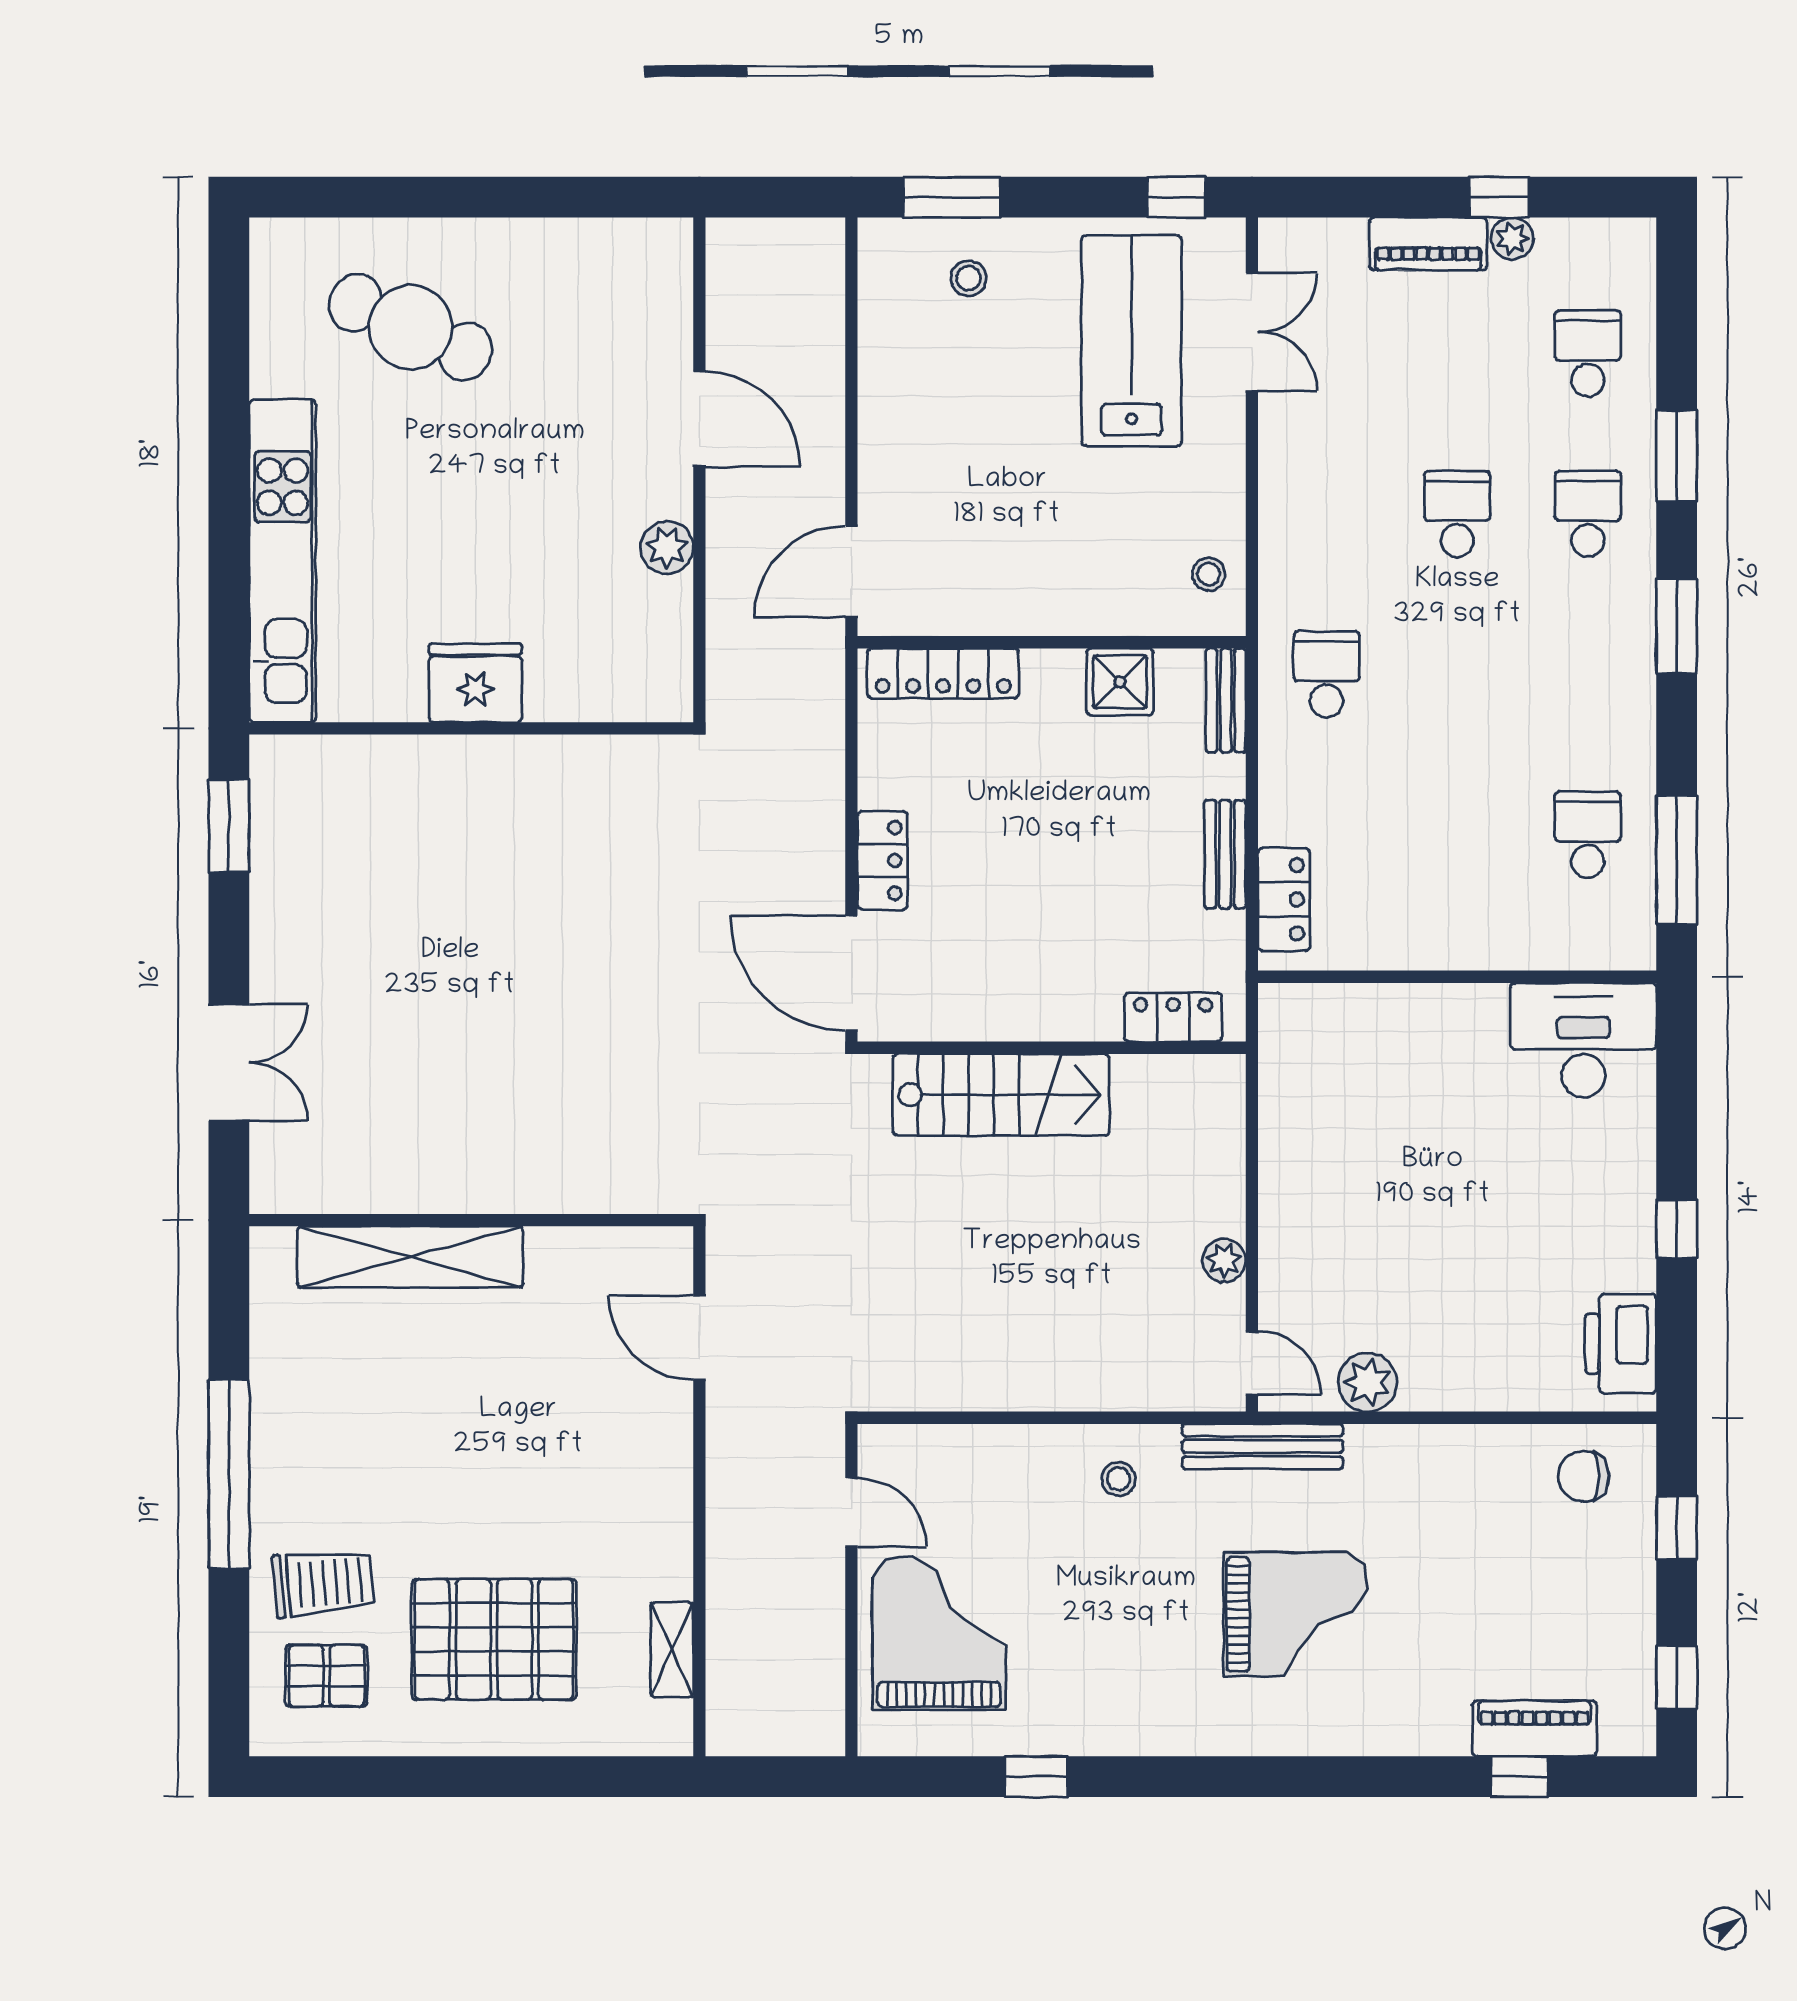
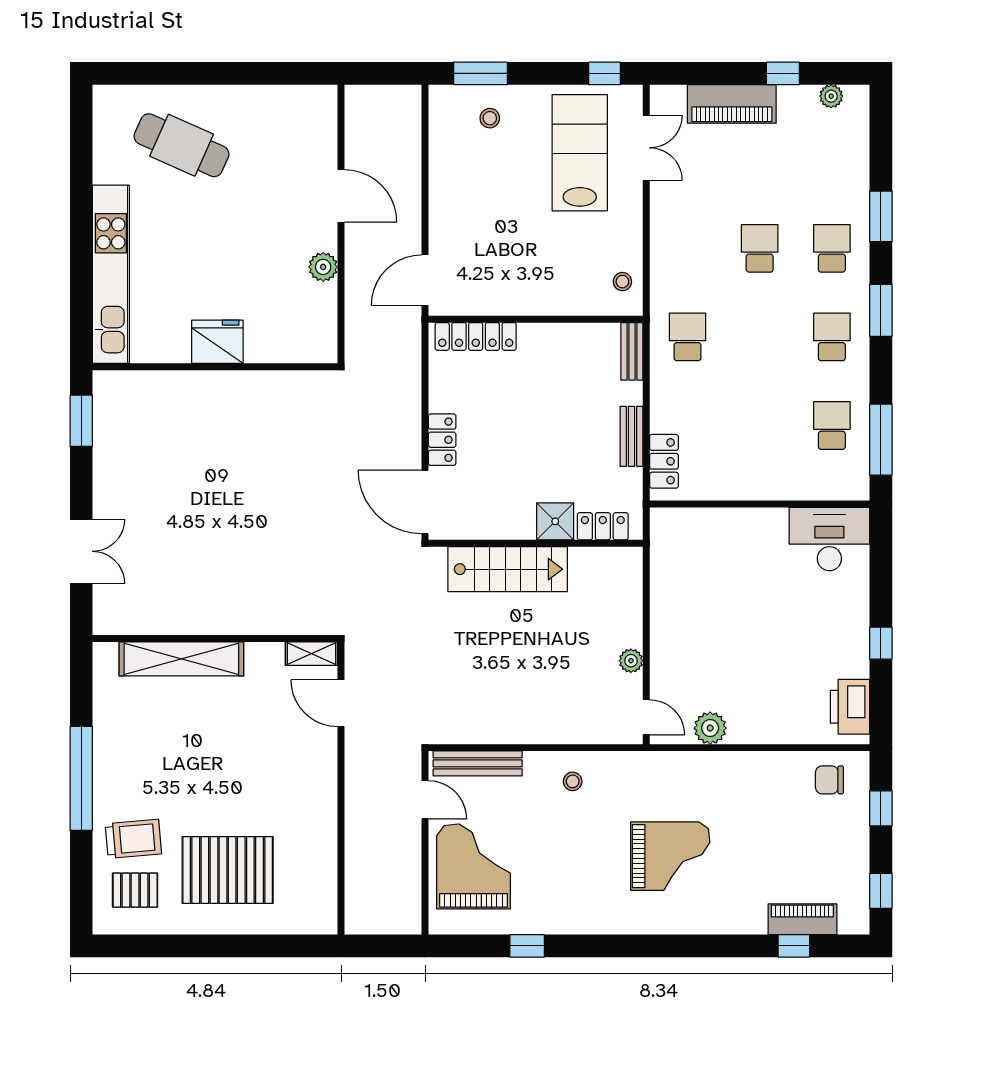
plant: (1512, 238) -> (831, 96), moved
piano: (1428, 244) -> (732, 104), width x1.37, depth x1.33
school desk: (1588, 353) -> (832, 337), moved
shower: (1120, 682) -> (555, 521), moved
bench: (1263, 1446) -> (478, 763), moved
shelving: (672, 1650) -> (312, 654), moved, turned 90

